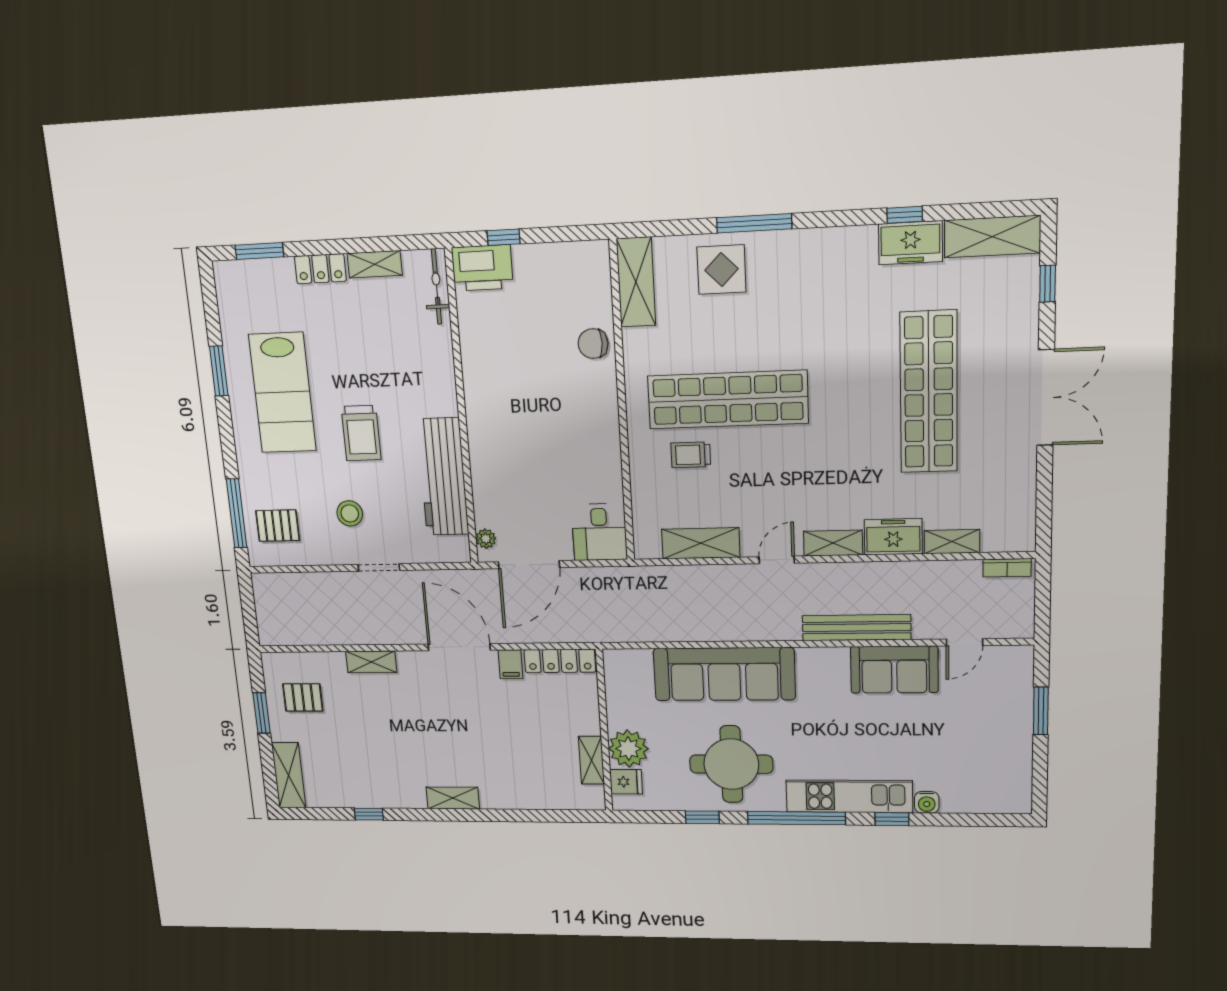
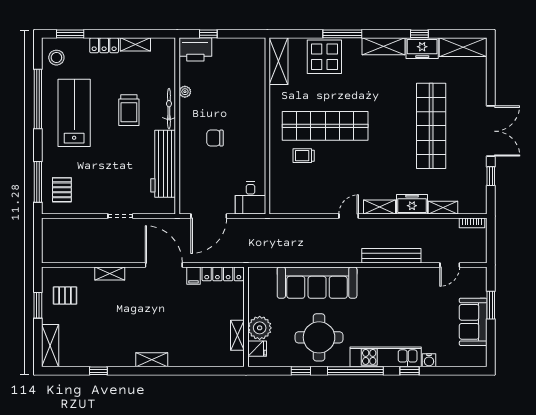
display table: (721, 270) -> (324, 57), width x1.36, depth x1.36
window: (1047, 284) -> (491, 176), moved
bicycle: (436, 287) -> (169, 109), moved
chair: (593, 344) -> (215, 138), moved
window: (219, 371) -> (38, 99), width x2.11
lab bench: (282, 393) -> (74, 113), turned 180
trolley: (361, 433) -> (129, 110), moved
stool: (350, 513) -> (56, 58), moved
pallet: (278, 526) -> (62, 190), turned 90
plant: (486, 539) -> (185, 92), moved
shelving: (701, 543) -> (384, 46), moved
sofa: (894, 670) -> (473, 322), moved, turned 90

